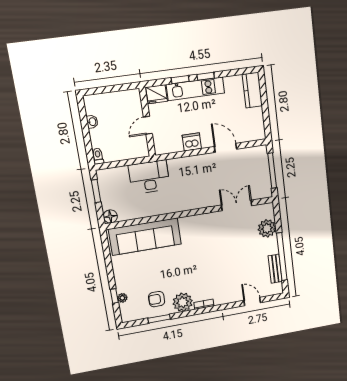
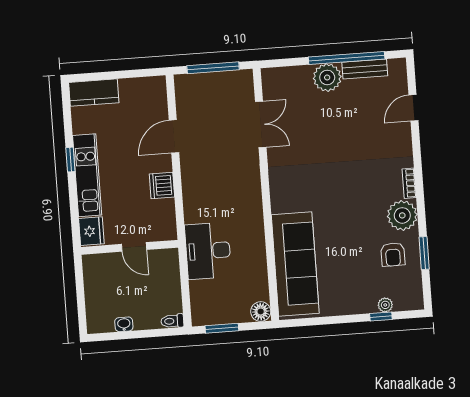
window: (180, 80) -> (73, 196), removed
double door: (237, 205) -> (261, 124), swing flipped
plant: (267, 228) -> (327, 77), moved

